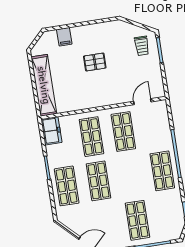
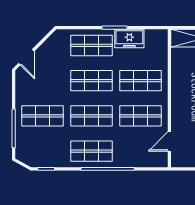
door: (142, 102) -> (169, 141), swing flipped
freezer: (51, 131) -> (129, 39), moved
shop shelf: (130, 176) -> (92, 116), added

